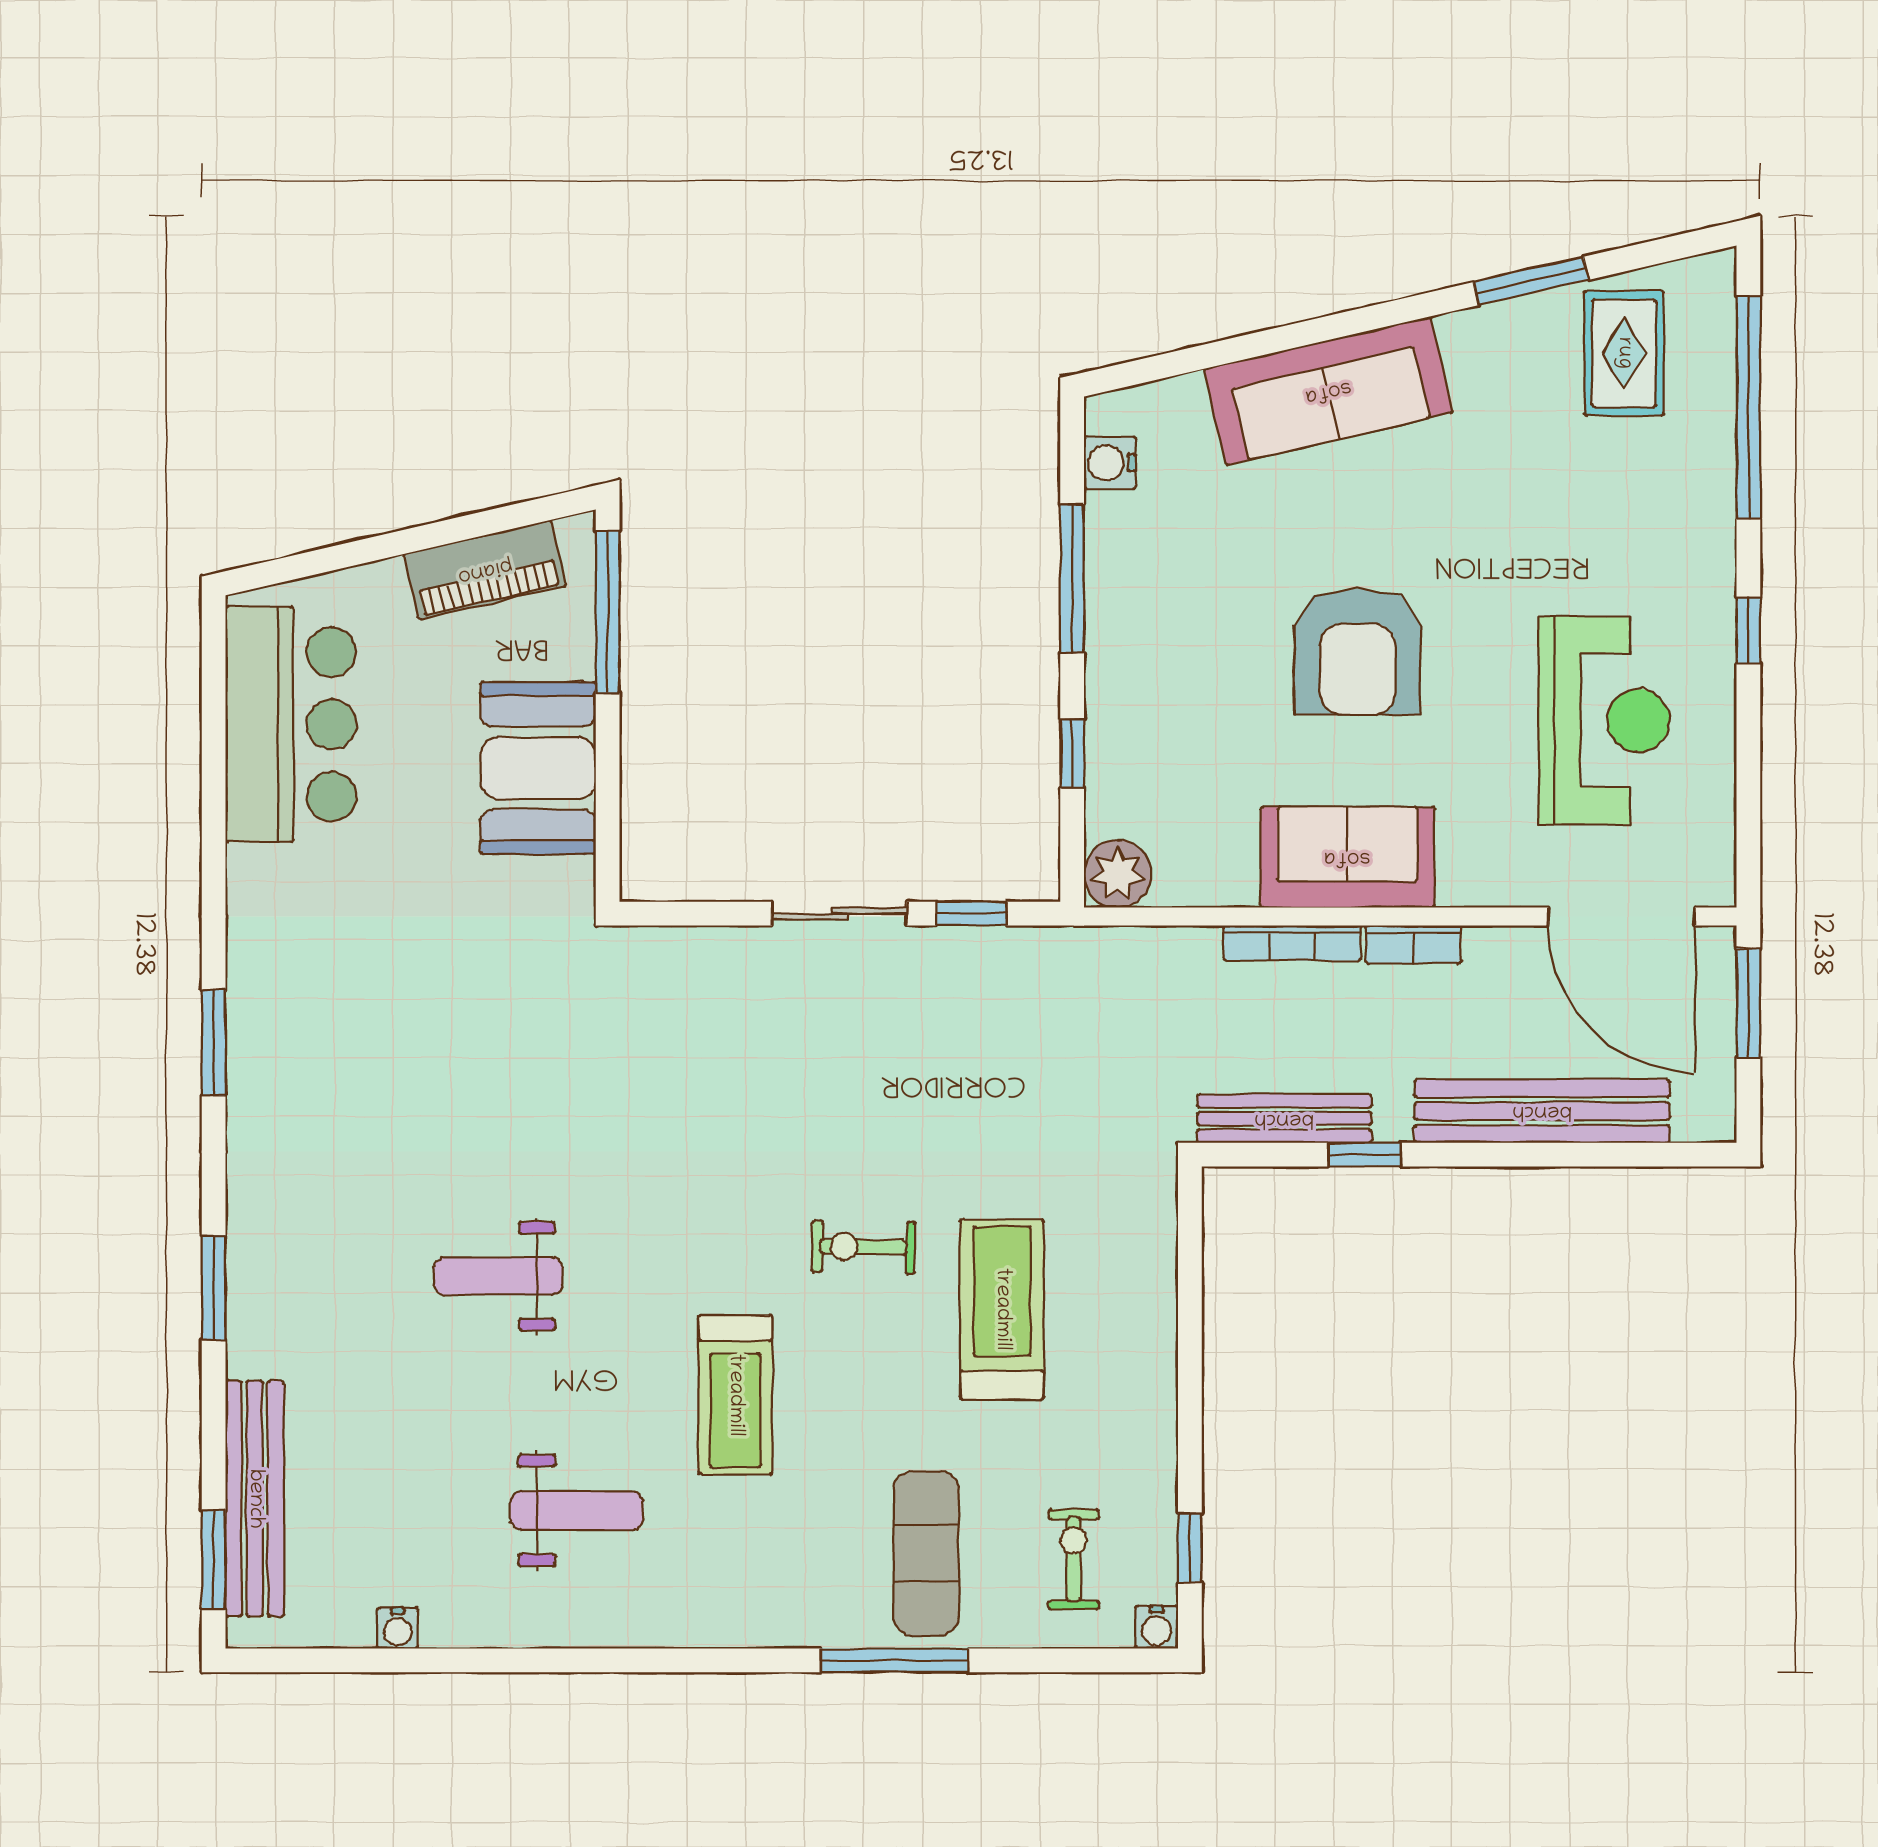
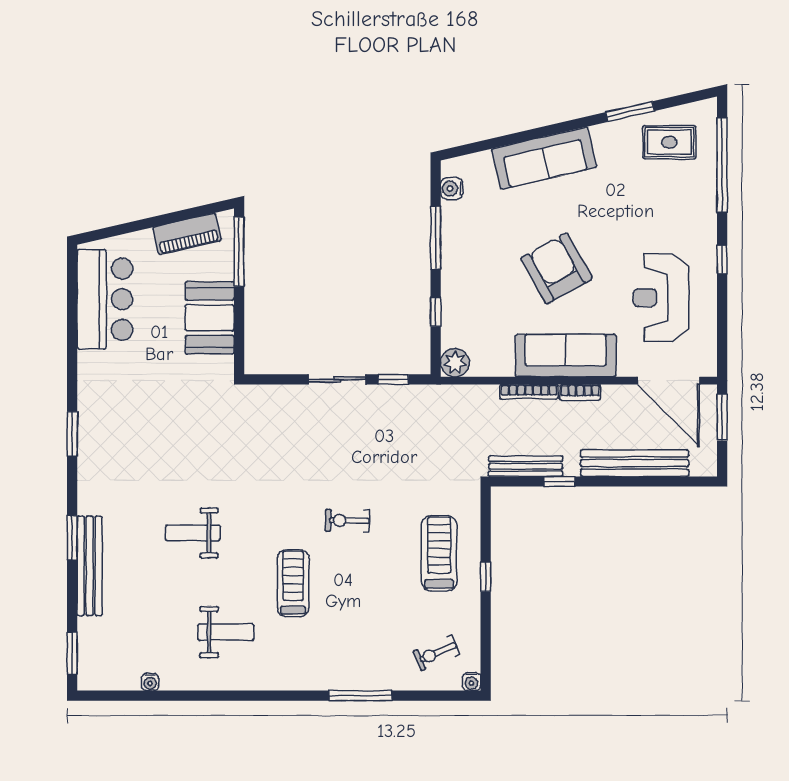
rug: (1624, 353) -> (669, 142), turned 90
armchair: (1358, 651) -> (557, 268), turned 151
reception desk: (1604, 720) -> (661, 298), turned 180
sofa: (1347, 857) -> (566, 356), width x1.36
treadmill: (1002, 1309) -> (439, 553), moved
treadmill: (735, 1395) -> (293, 583), turned 180
bench: (255, 1499) -> (90, 566), moved
window: (1190, 1548) -> (486, 577), moved
exercise mat: (926, 1553) -> (374, 650), removed
exercise bike: (1074, 1559) -> (436, 653), turned -113

